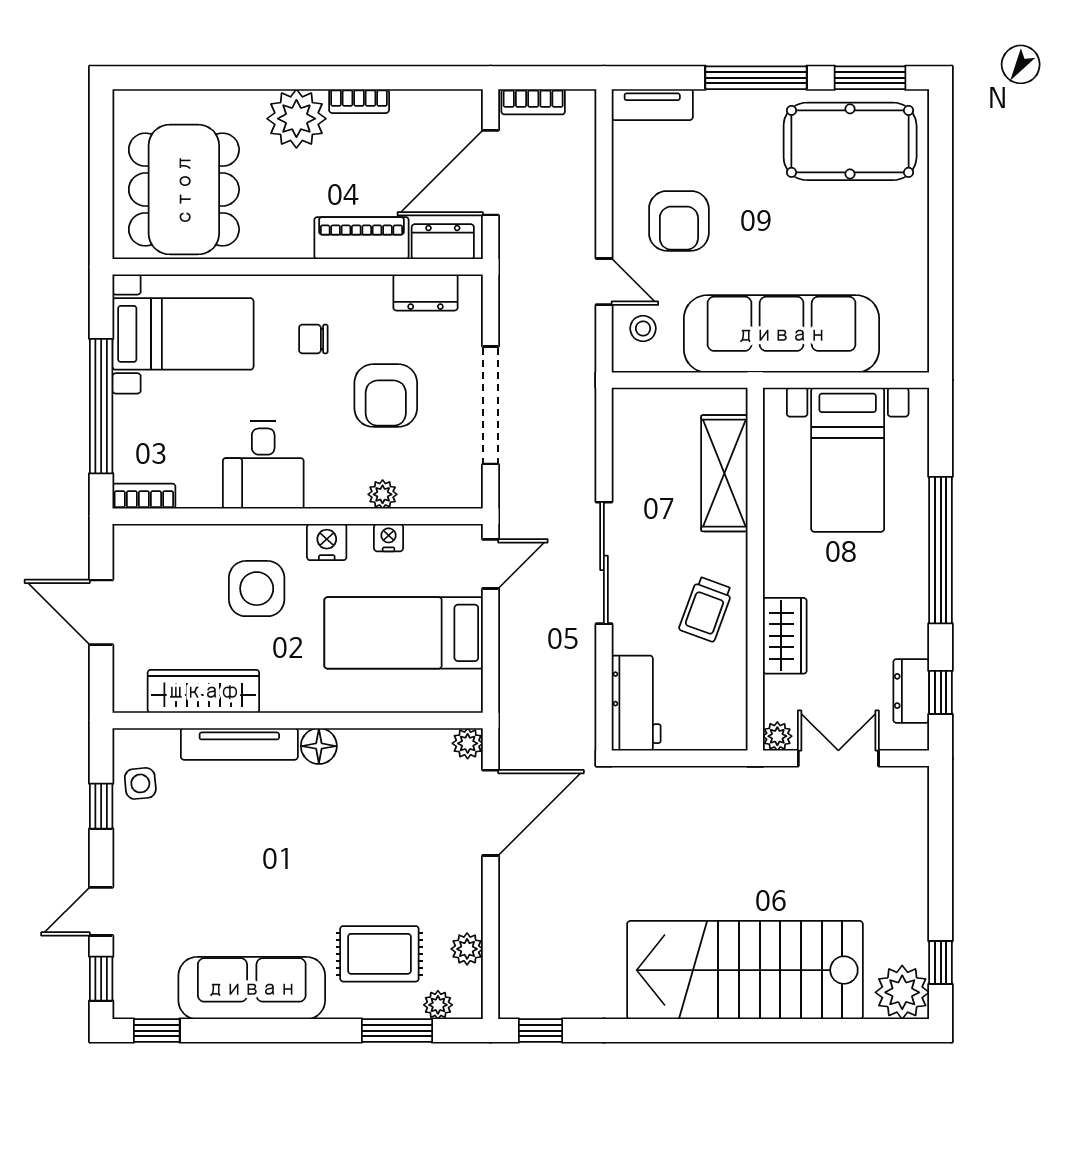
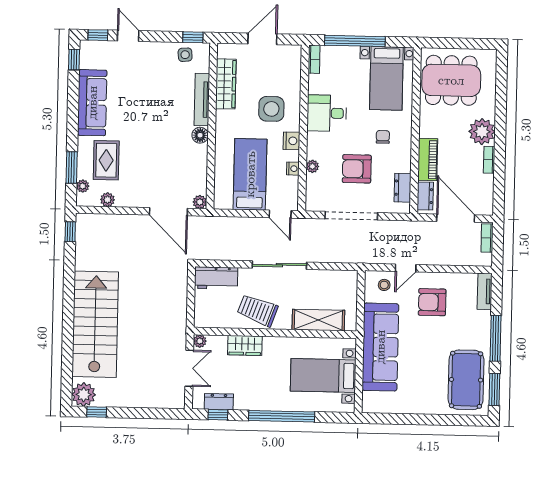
trolley: (706, 609) -> (258, 310), width x1.36, depth x1.39
window: (101, 806) -> (193, 37), moved

